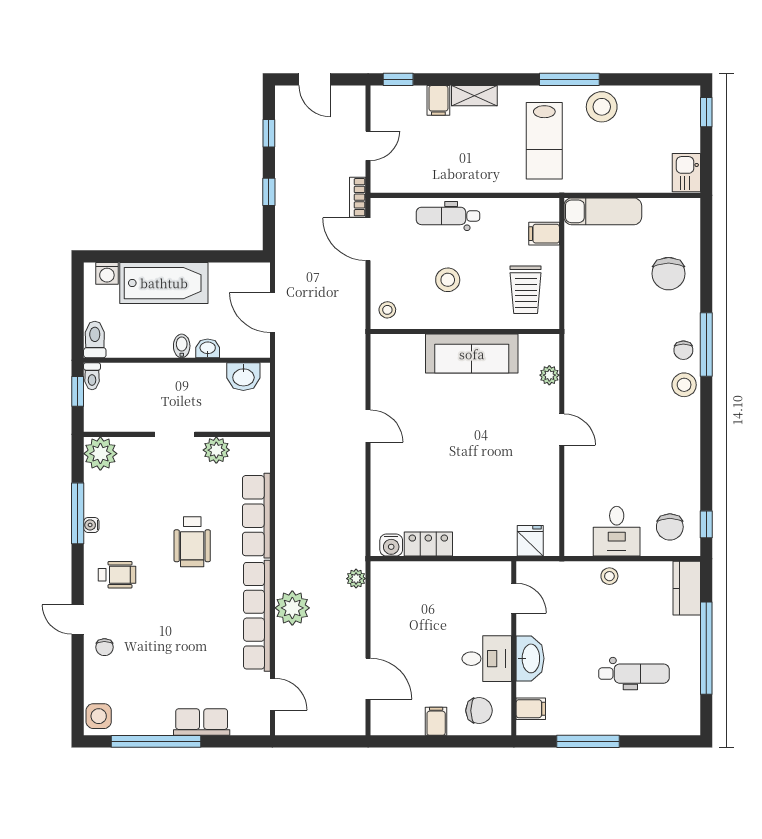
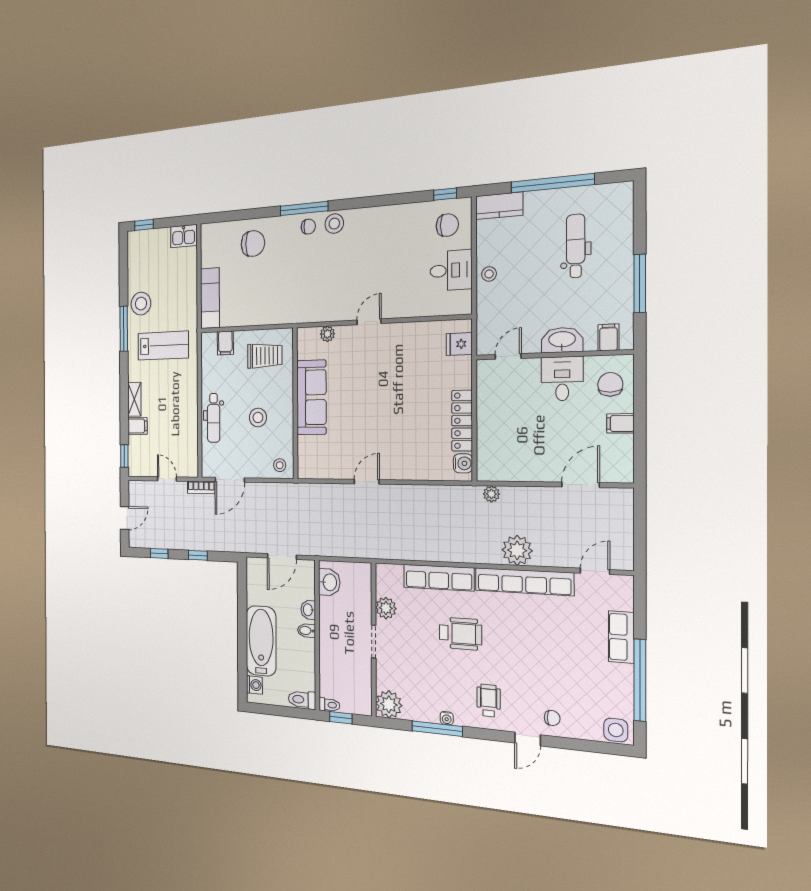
locker: (428, 544) -> (462, 421), width x1.53

